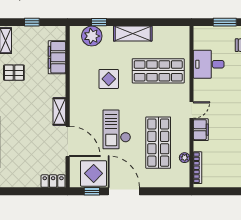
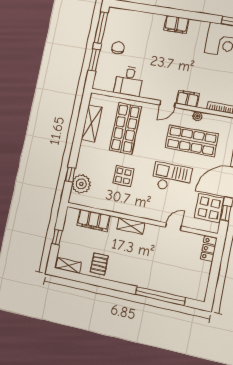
shelving: (133, 34) -> (92, 123), moved
door: (192, 110) -> (168, 104), swing flipped
shelving: (59, 112) -> (131, 226), moved
checkout: (117, 129) -> (172, 178), turned 180
door: (68, 141) -> (174, 227), width x0.53
plant: (185, 158) -> (197, 116), moved

